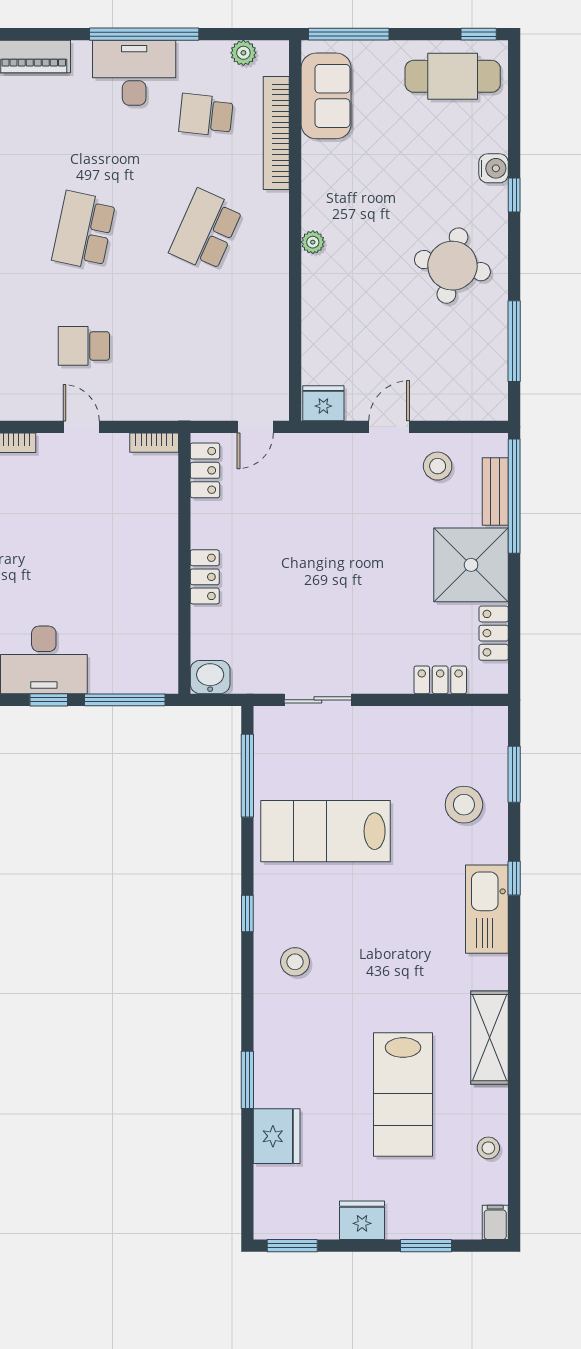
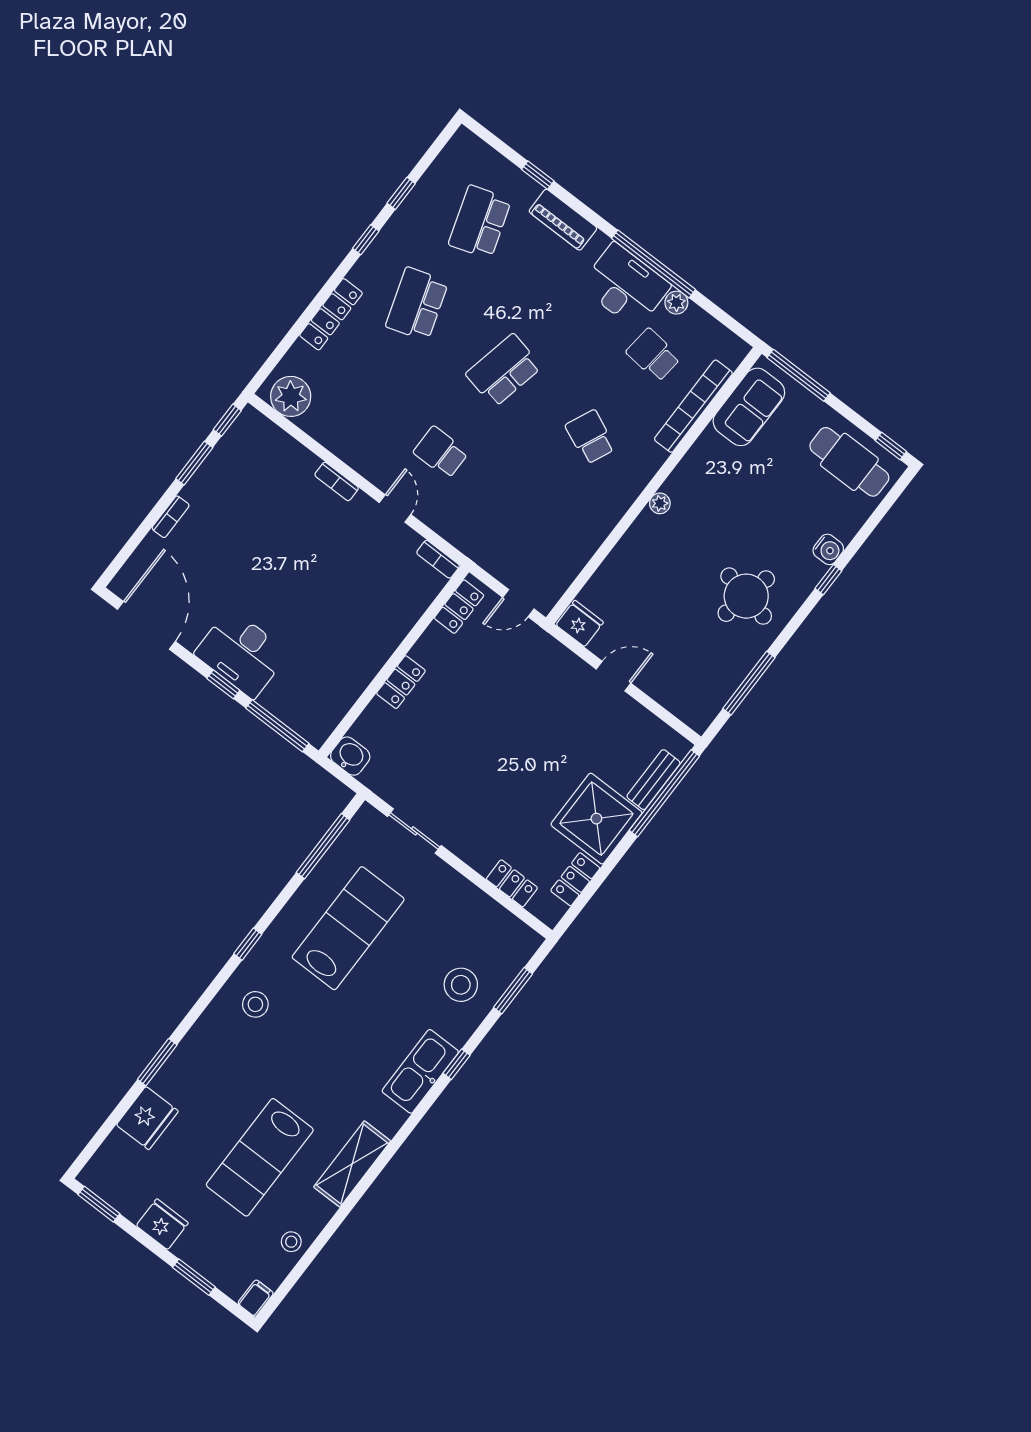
plant: (243, 53) -> (676, 303), moved
school desk: (206, 230) -> (590, 437), width x0.54
stool: (438, 466) -> (626, 730), removed
lab bench: (325, 831) -> (348, 928), turned 90

